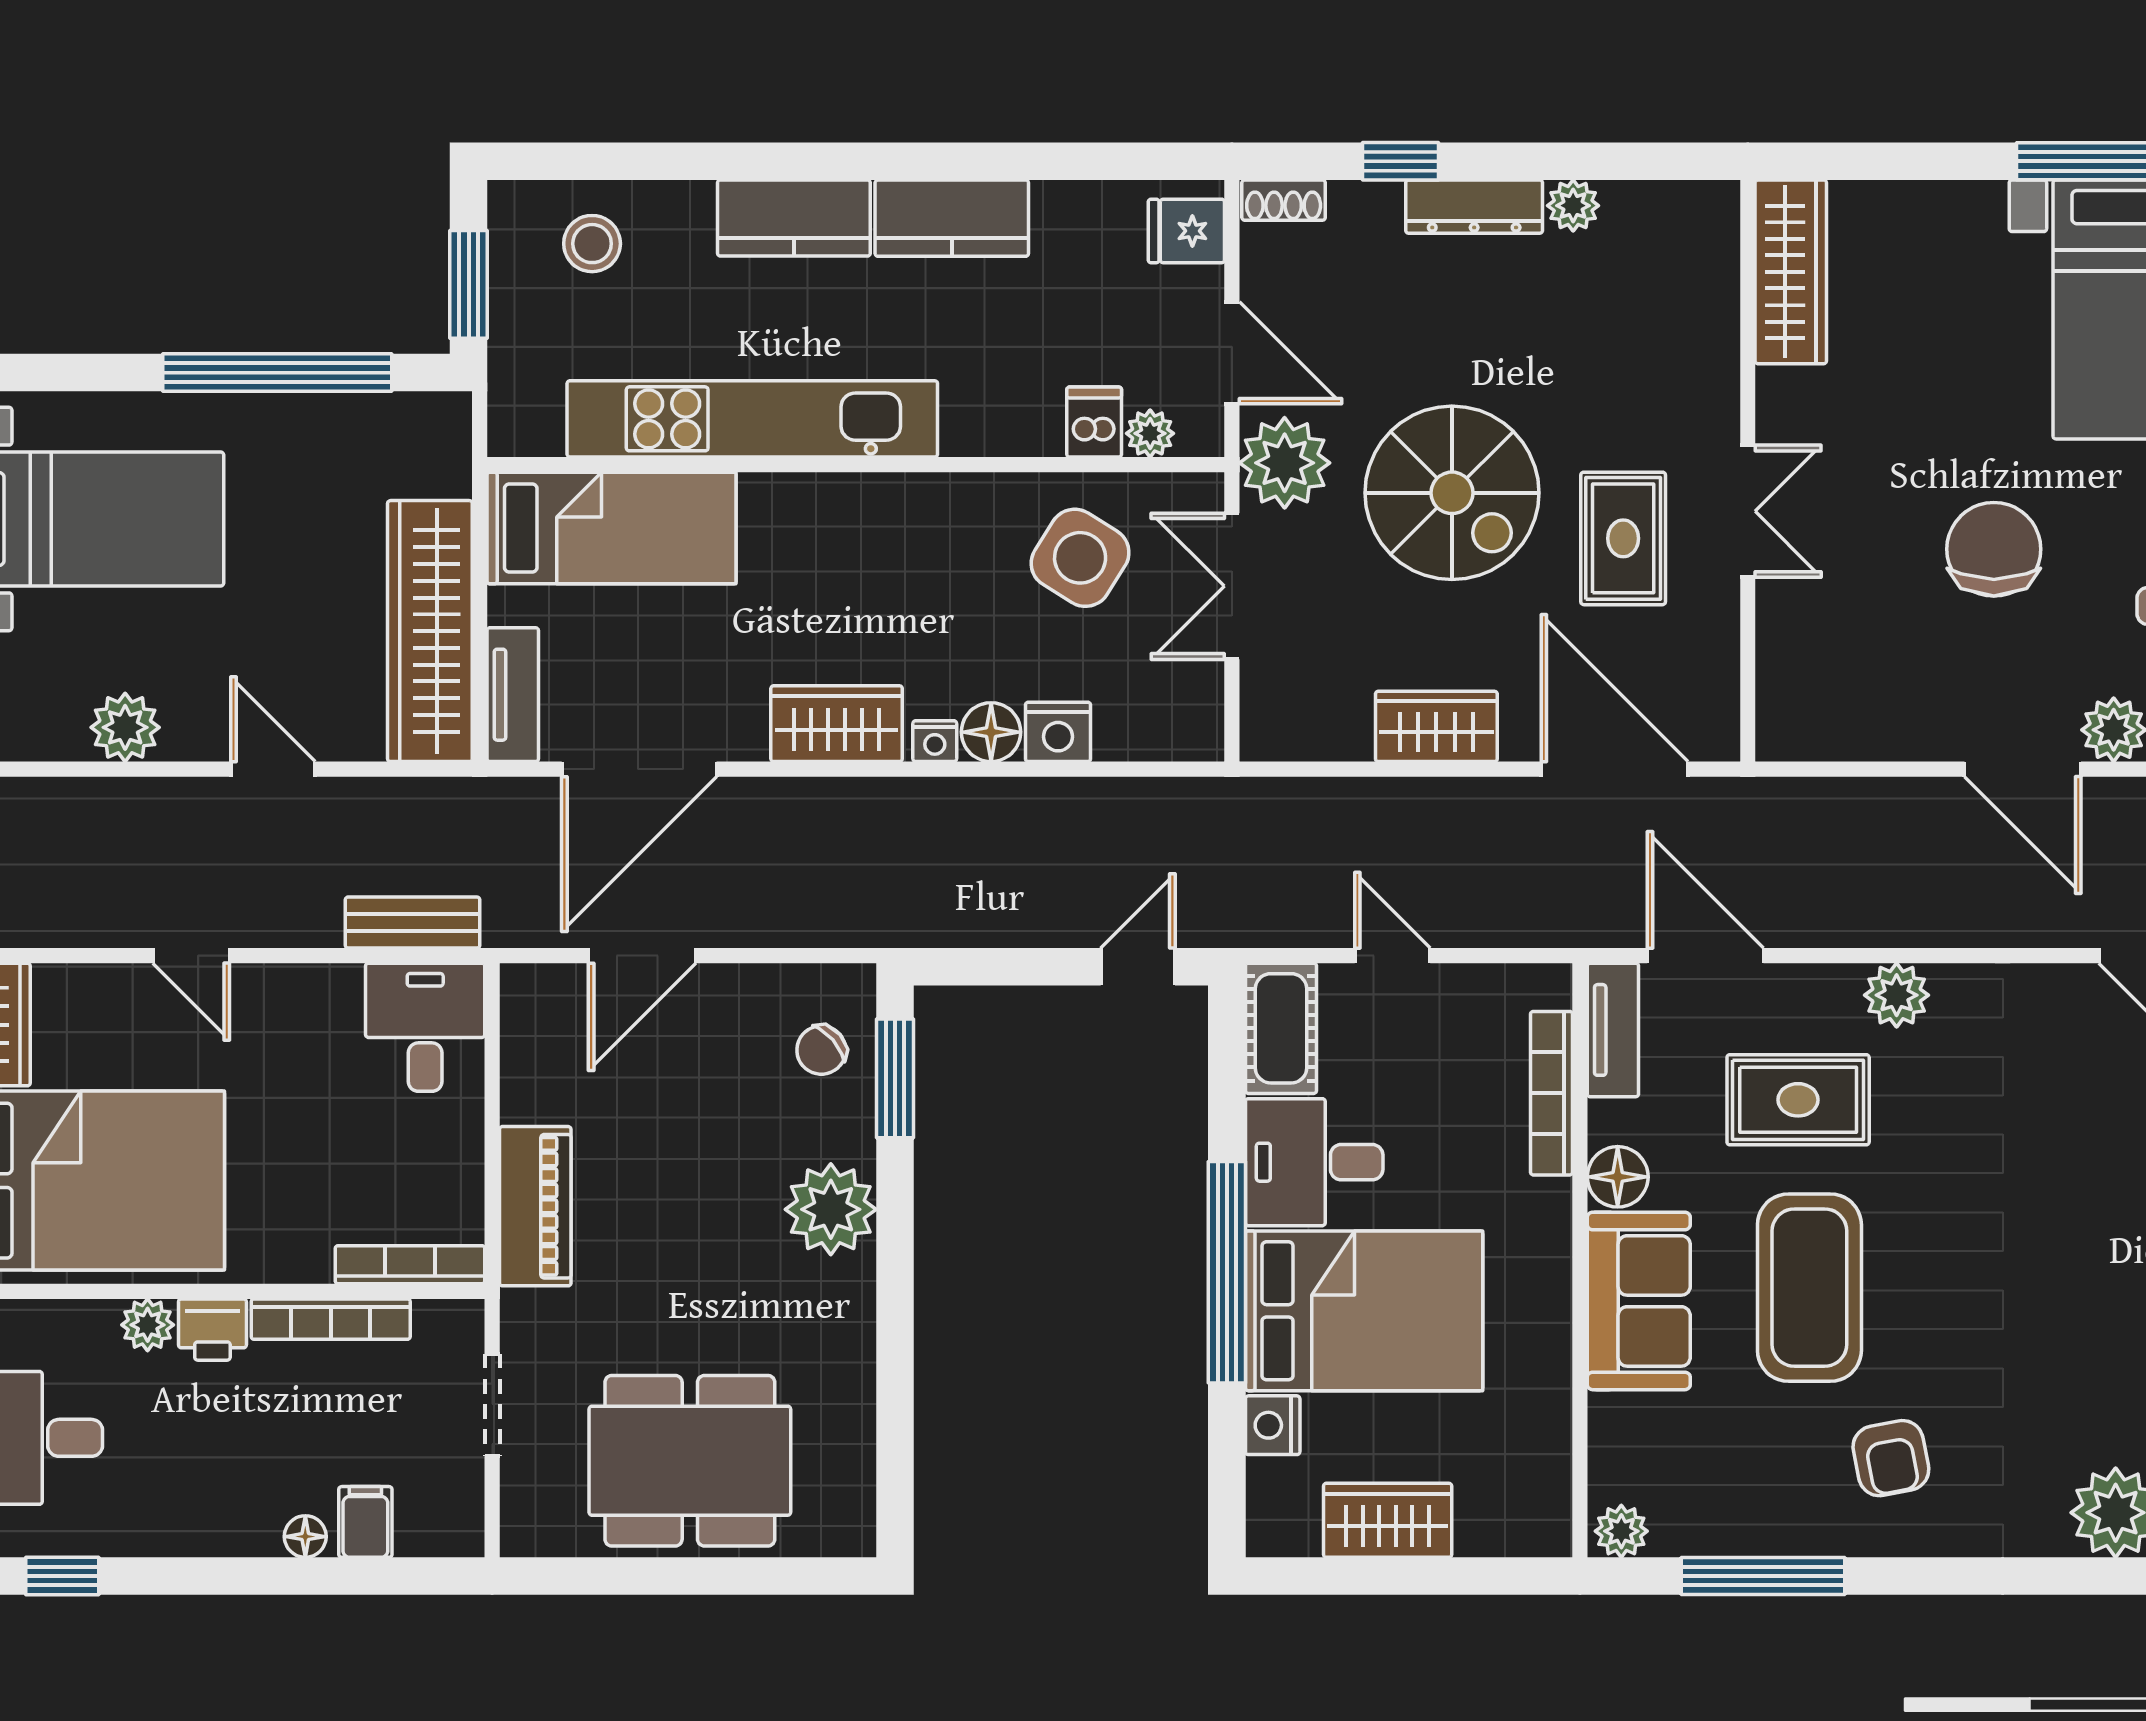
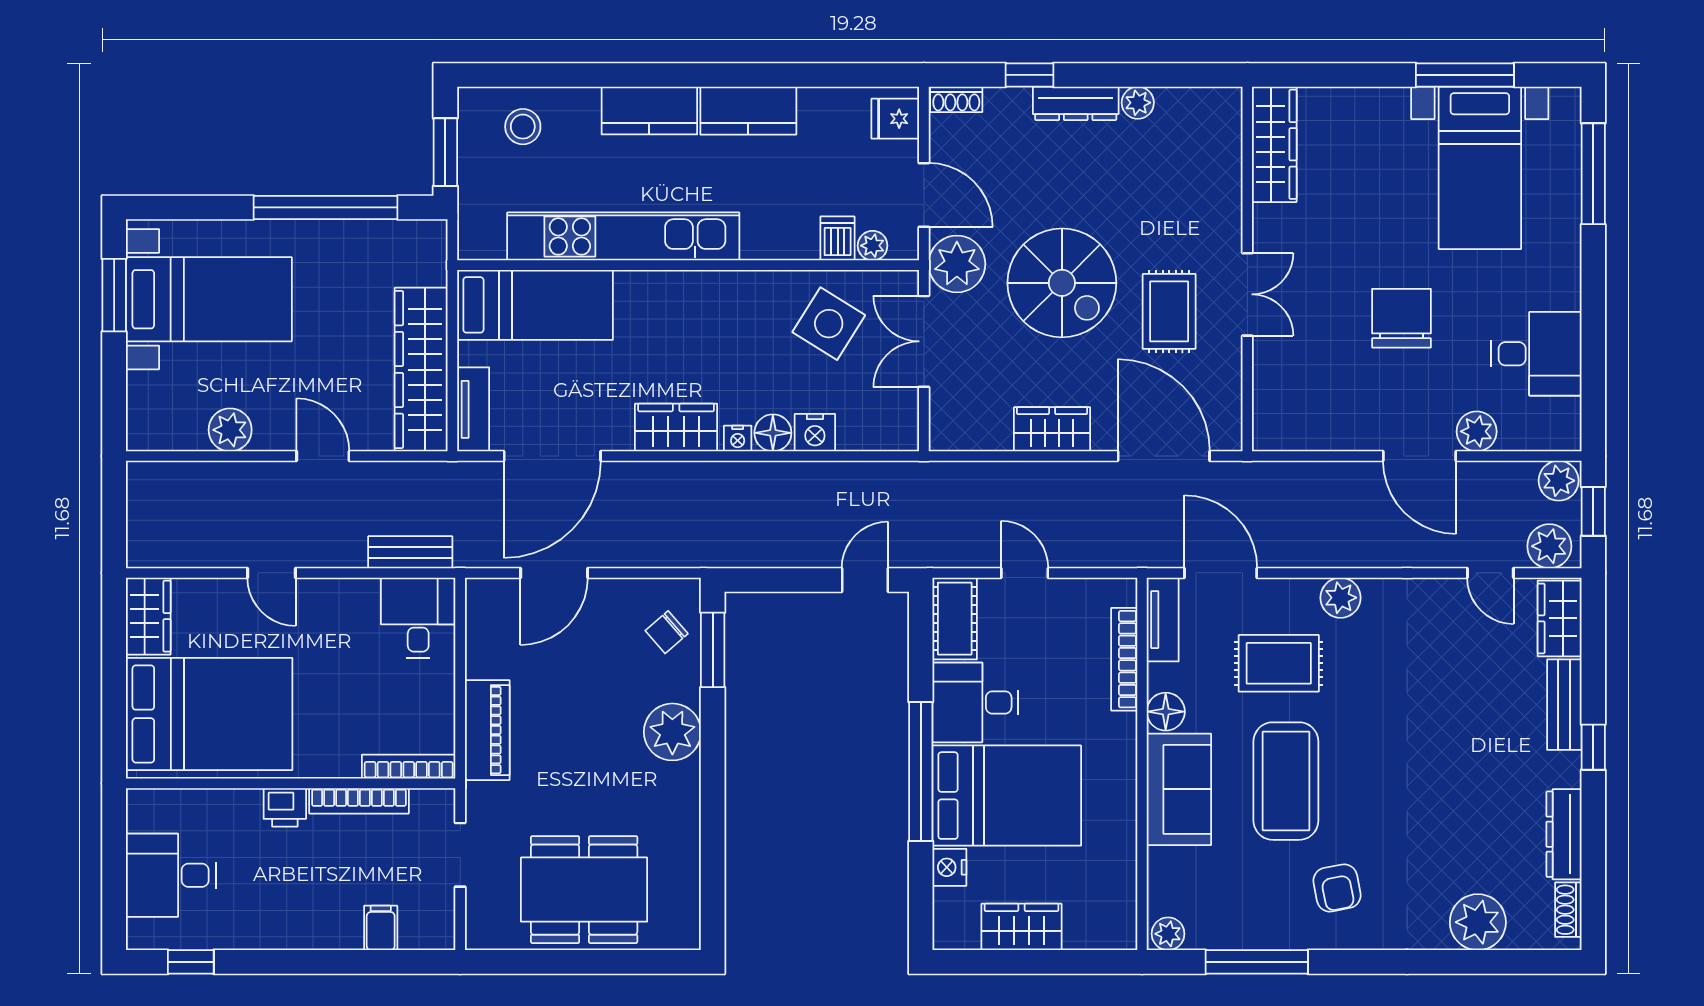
plant: (148, 1325) -> (244, 804), removed
floor lamp: (305, 1537) -> (343, 937), removed

